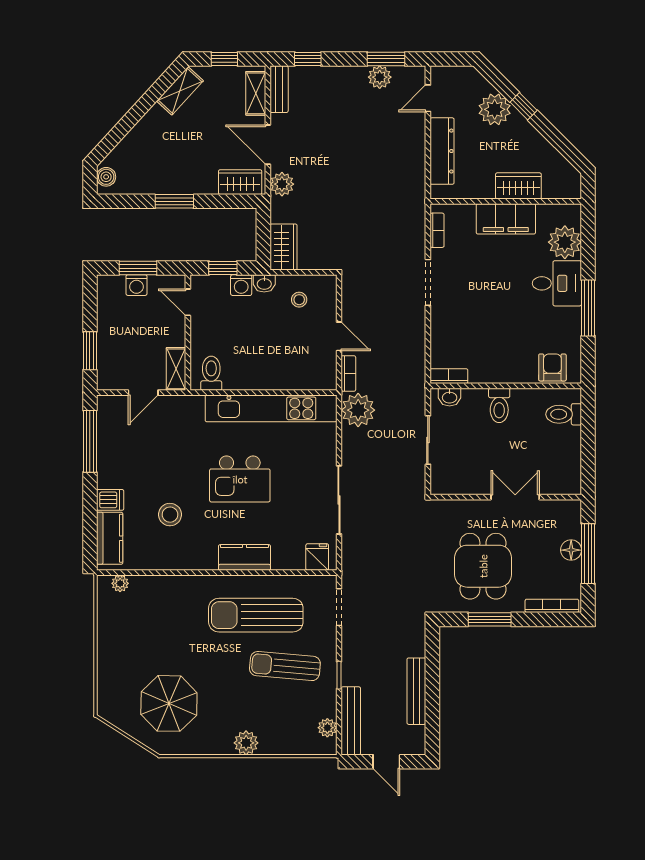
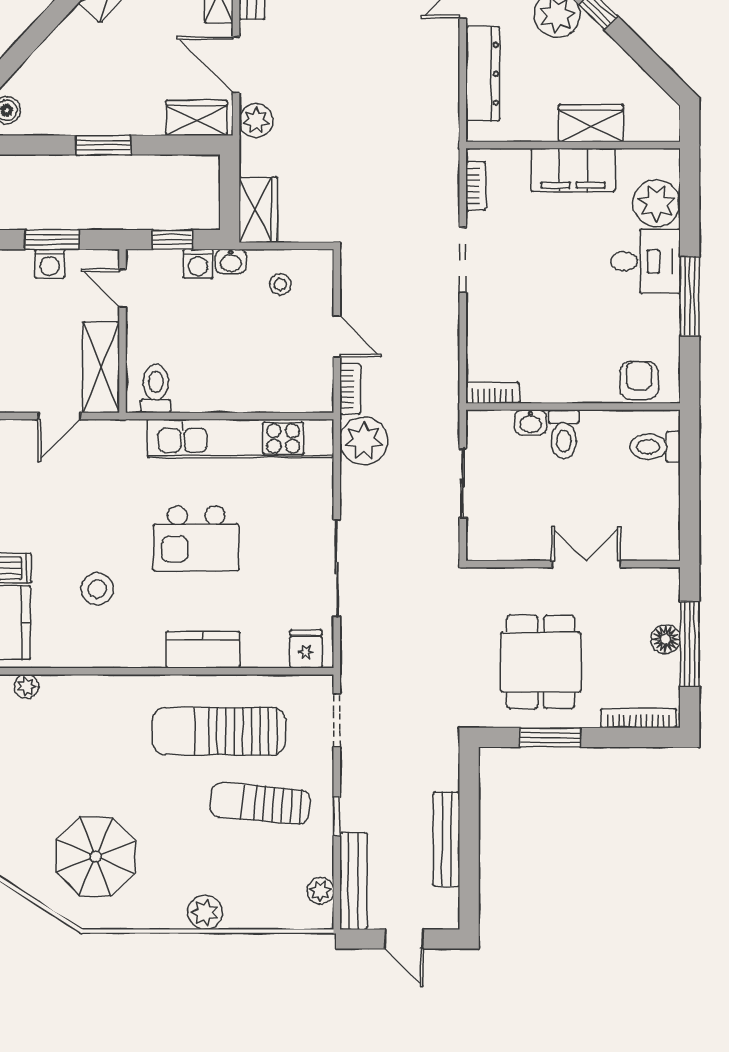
shelving: (176, 369) -> (101, 367), width x1.50, depth x1.33
washbasin: (450, 397) -> (531, 422), moved

